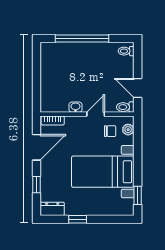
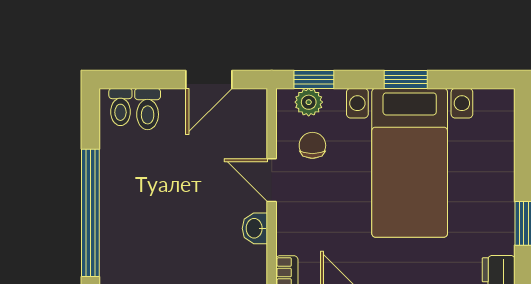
toilet: (125, 107) -> (148, 109), moved
window: (138, 132) -> (314, 79), added
window: (138, 195) -> (406, 79), moved

